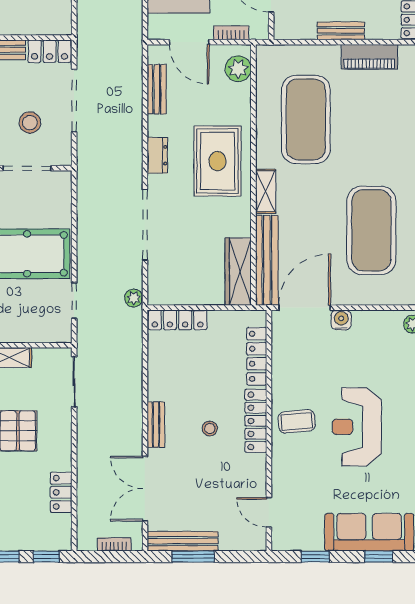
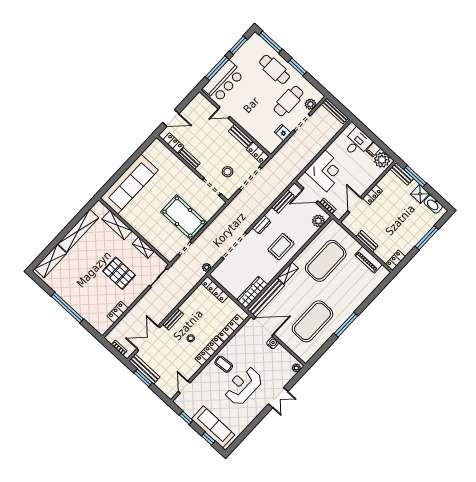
door: (189, 42) -> (310, 195), hinge flipped
rug: (217, 161) -> (281, 247), width x0.73, depth x0.70
window: (46, 557) -> (91, 330), removed

